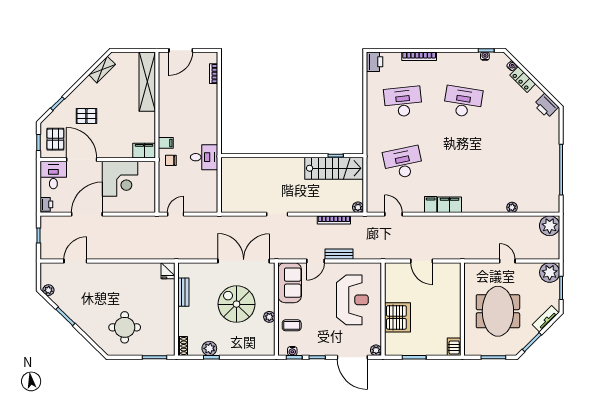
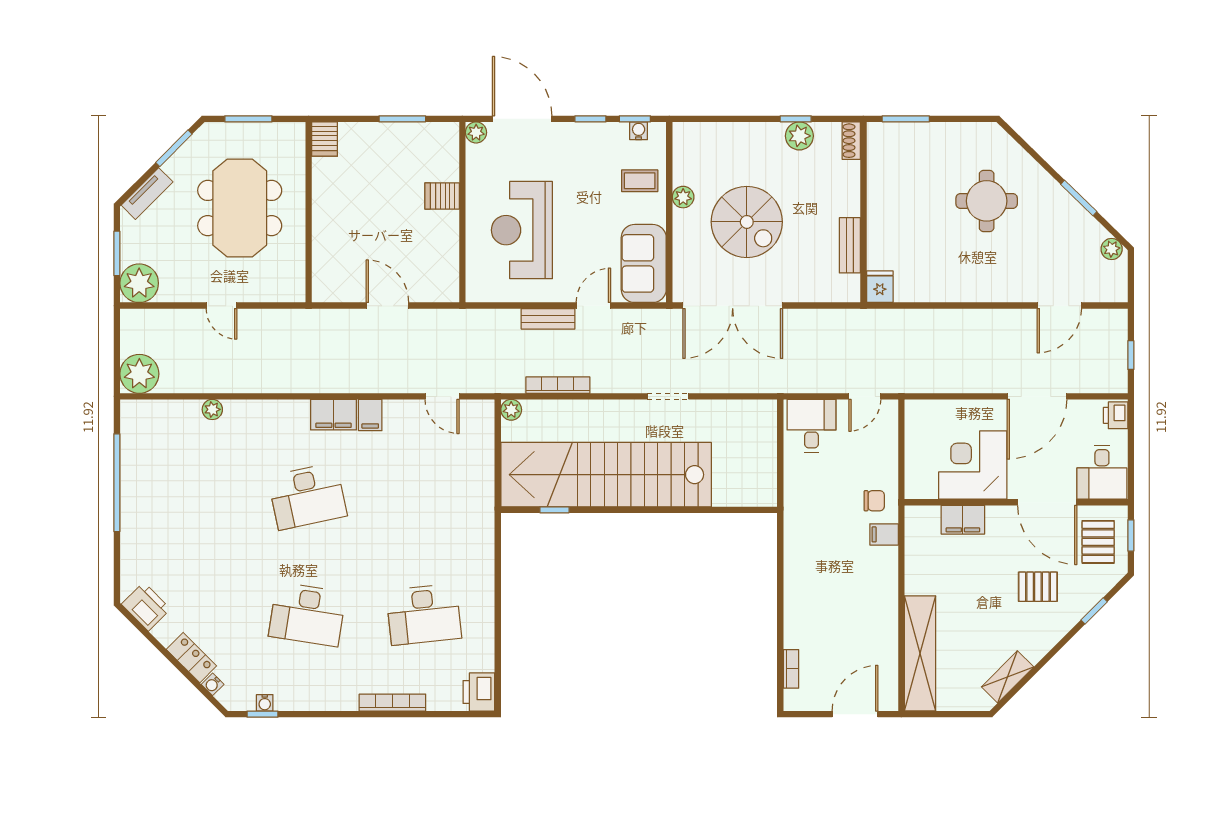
filing cabinet: (144, 151) -> (963, 520), moved
desk: (204, 157) -> (812, 426), moved, turned 90
desk: (403, 163) -> (307, 496), moved
stairs: (334, 168) -> (606, 475), width x1.86, depth x1.51
server rack: (397, 317) -> (442, 196), width x0.46, depth x0.70
round table: (125, 327) -> (987, 201), moved

